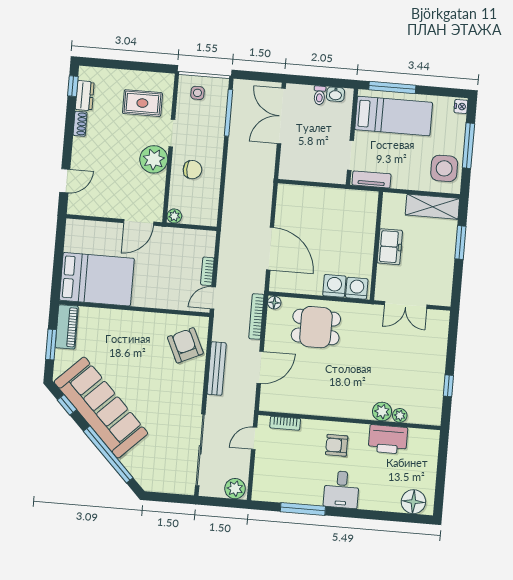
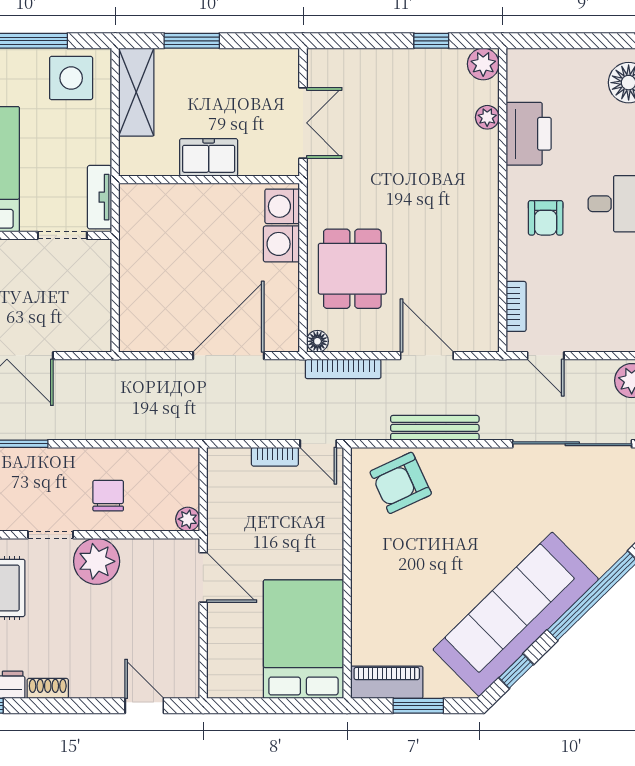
plant: (382, 412) -> (483, 64), moved

